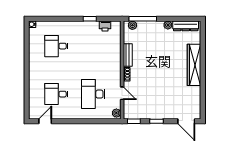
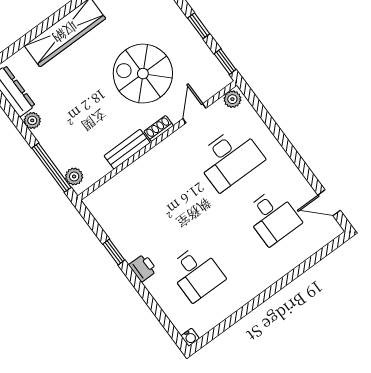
printer: (105, 26) -> (143, 268), moved
spiral stairs: (154, 84) -> (143, 74), added

